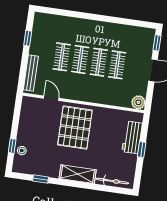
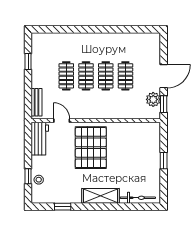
window: (157, 43) -> (164, 104), moved
bench: (31, 73) -> (37, 102), width x0.73
plant: (138, 102) -> (153, 99), moved
workbench: (132, 137) -> (40, 139), moved, turned 180

